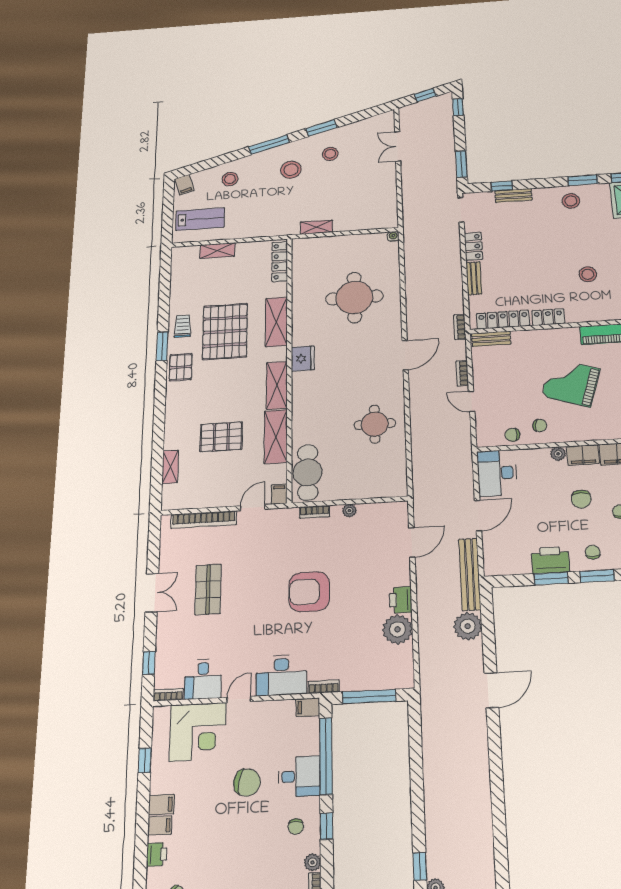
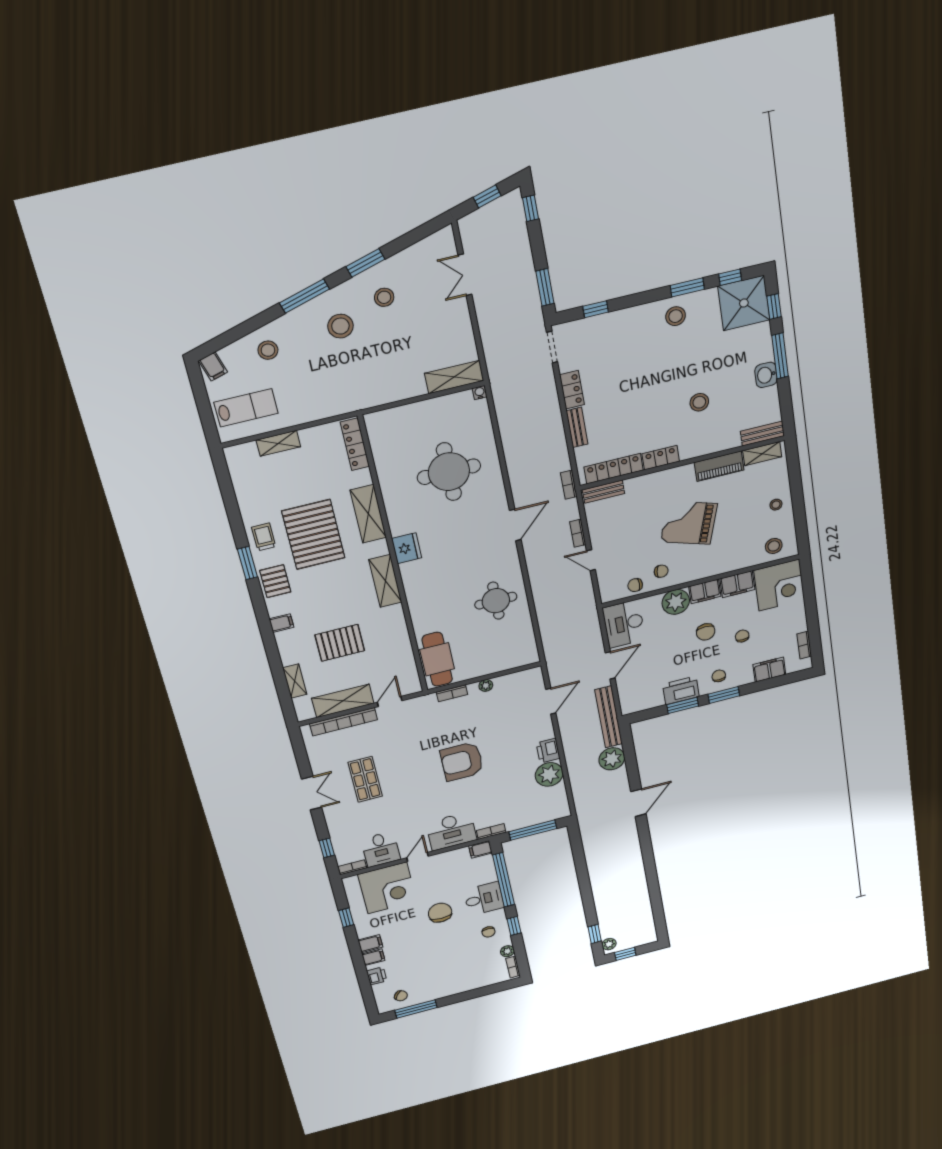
bench: (513, 195) -> (610, 319), removed
shelving: (316, 227) -> (454, 377), moved, width x1.50, depth x1.33
shelving: (276, 437) -> (343, 701), moved, turned 90
plant: (558, 454) -> (676, 602), width x1.88, depth x1.88
filing cabinet: (279, 494) -> (281, 623), moved, turned 90
chair: (247, 782) -> (440, 913), turned -100

